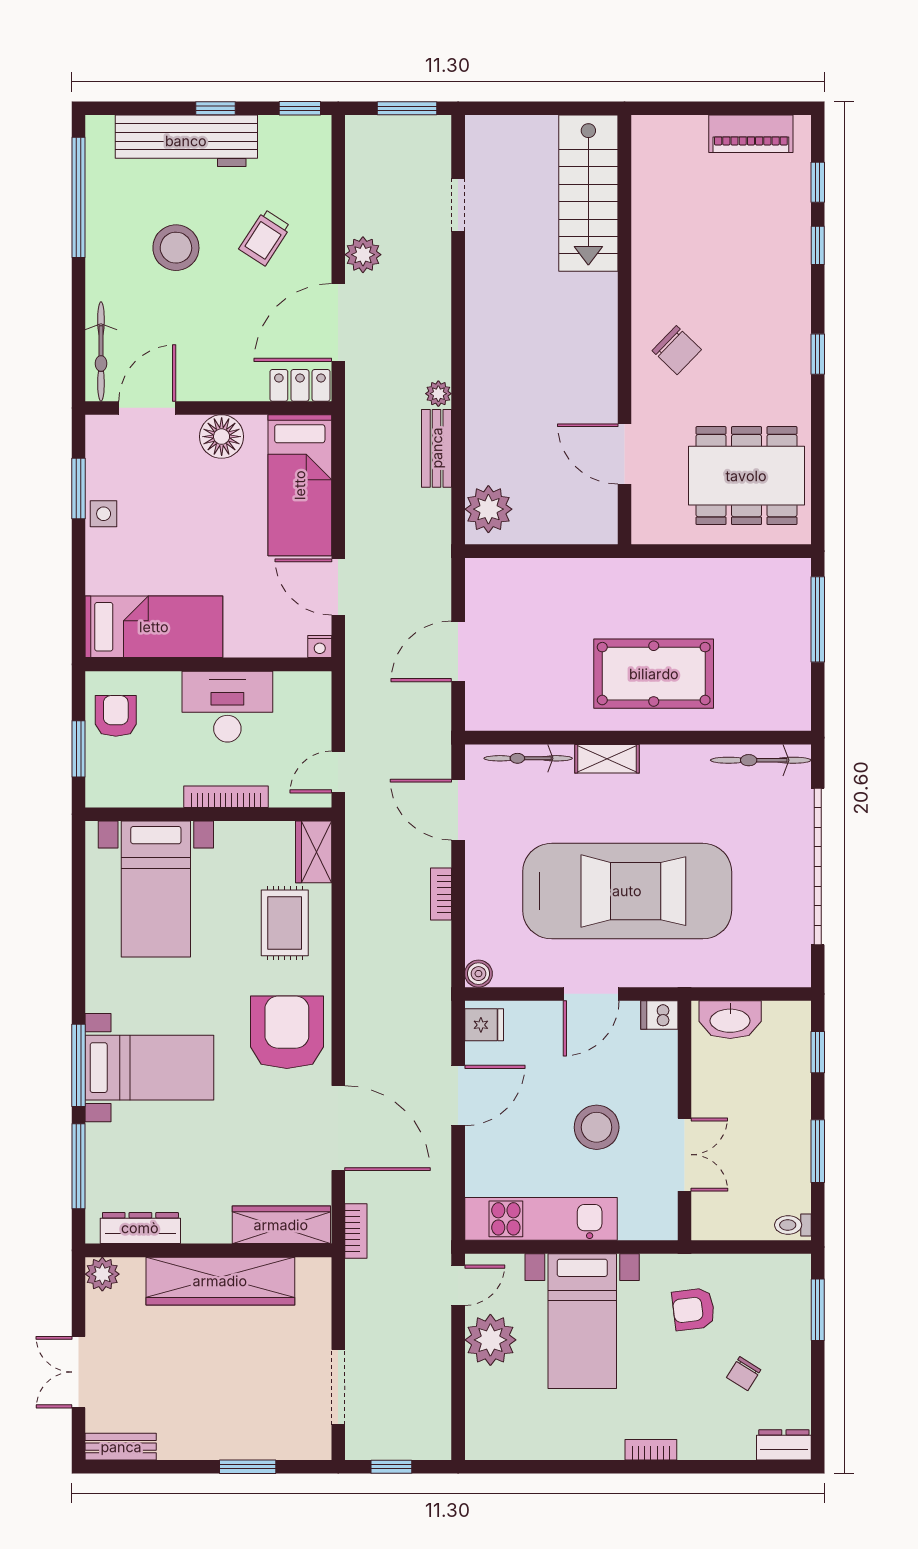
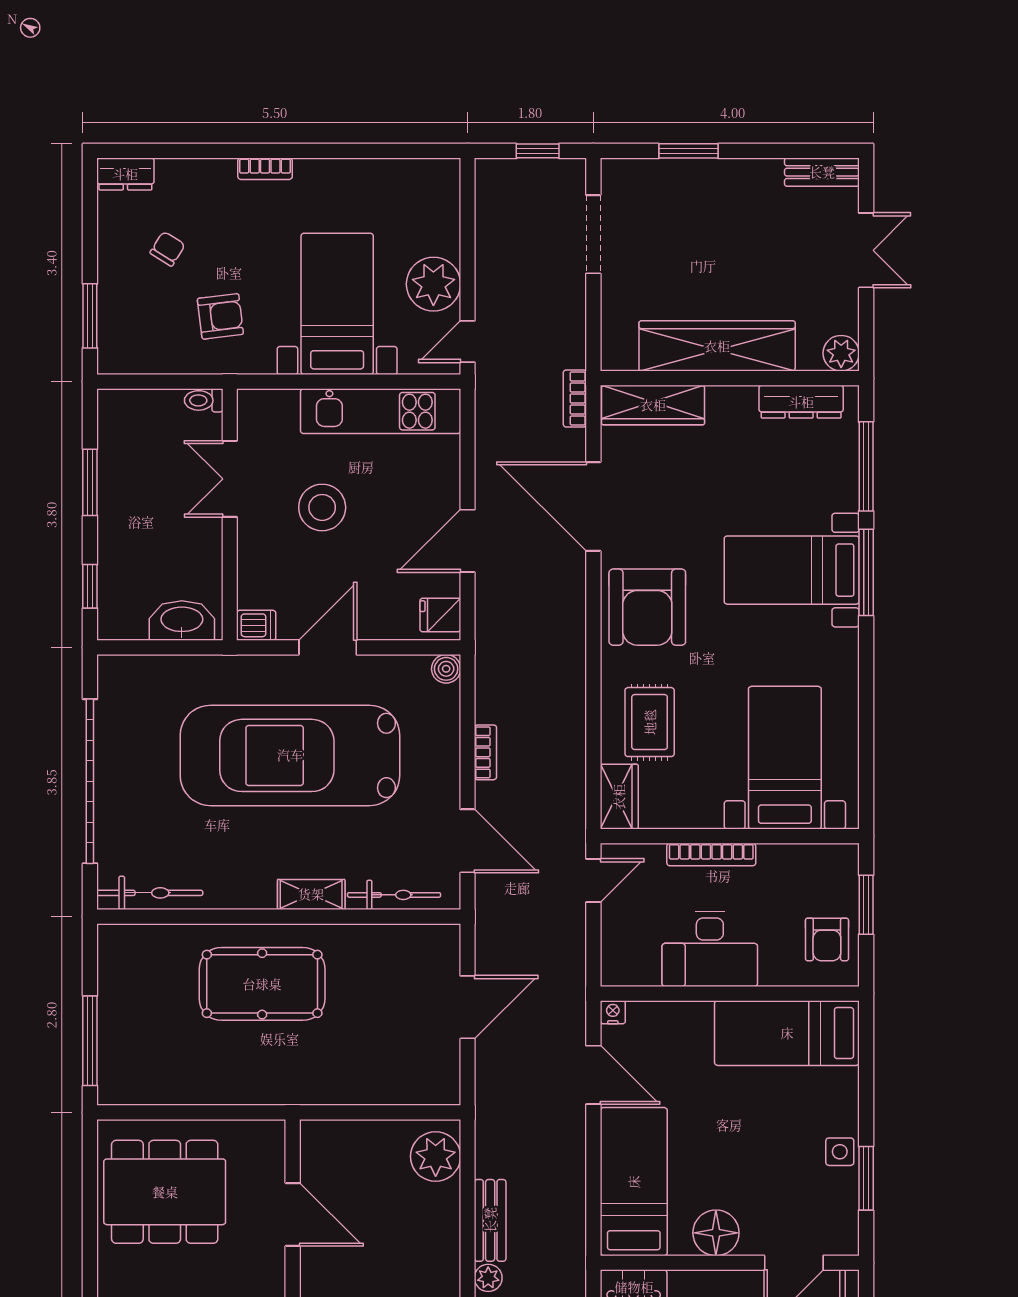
toilet: (793, 1225) -> (204, 400), moved, turned 180

